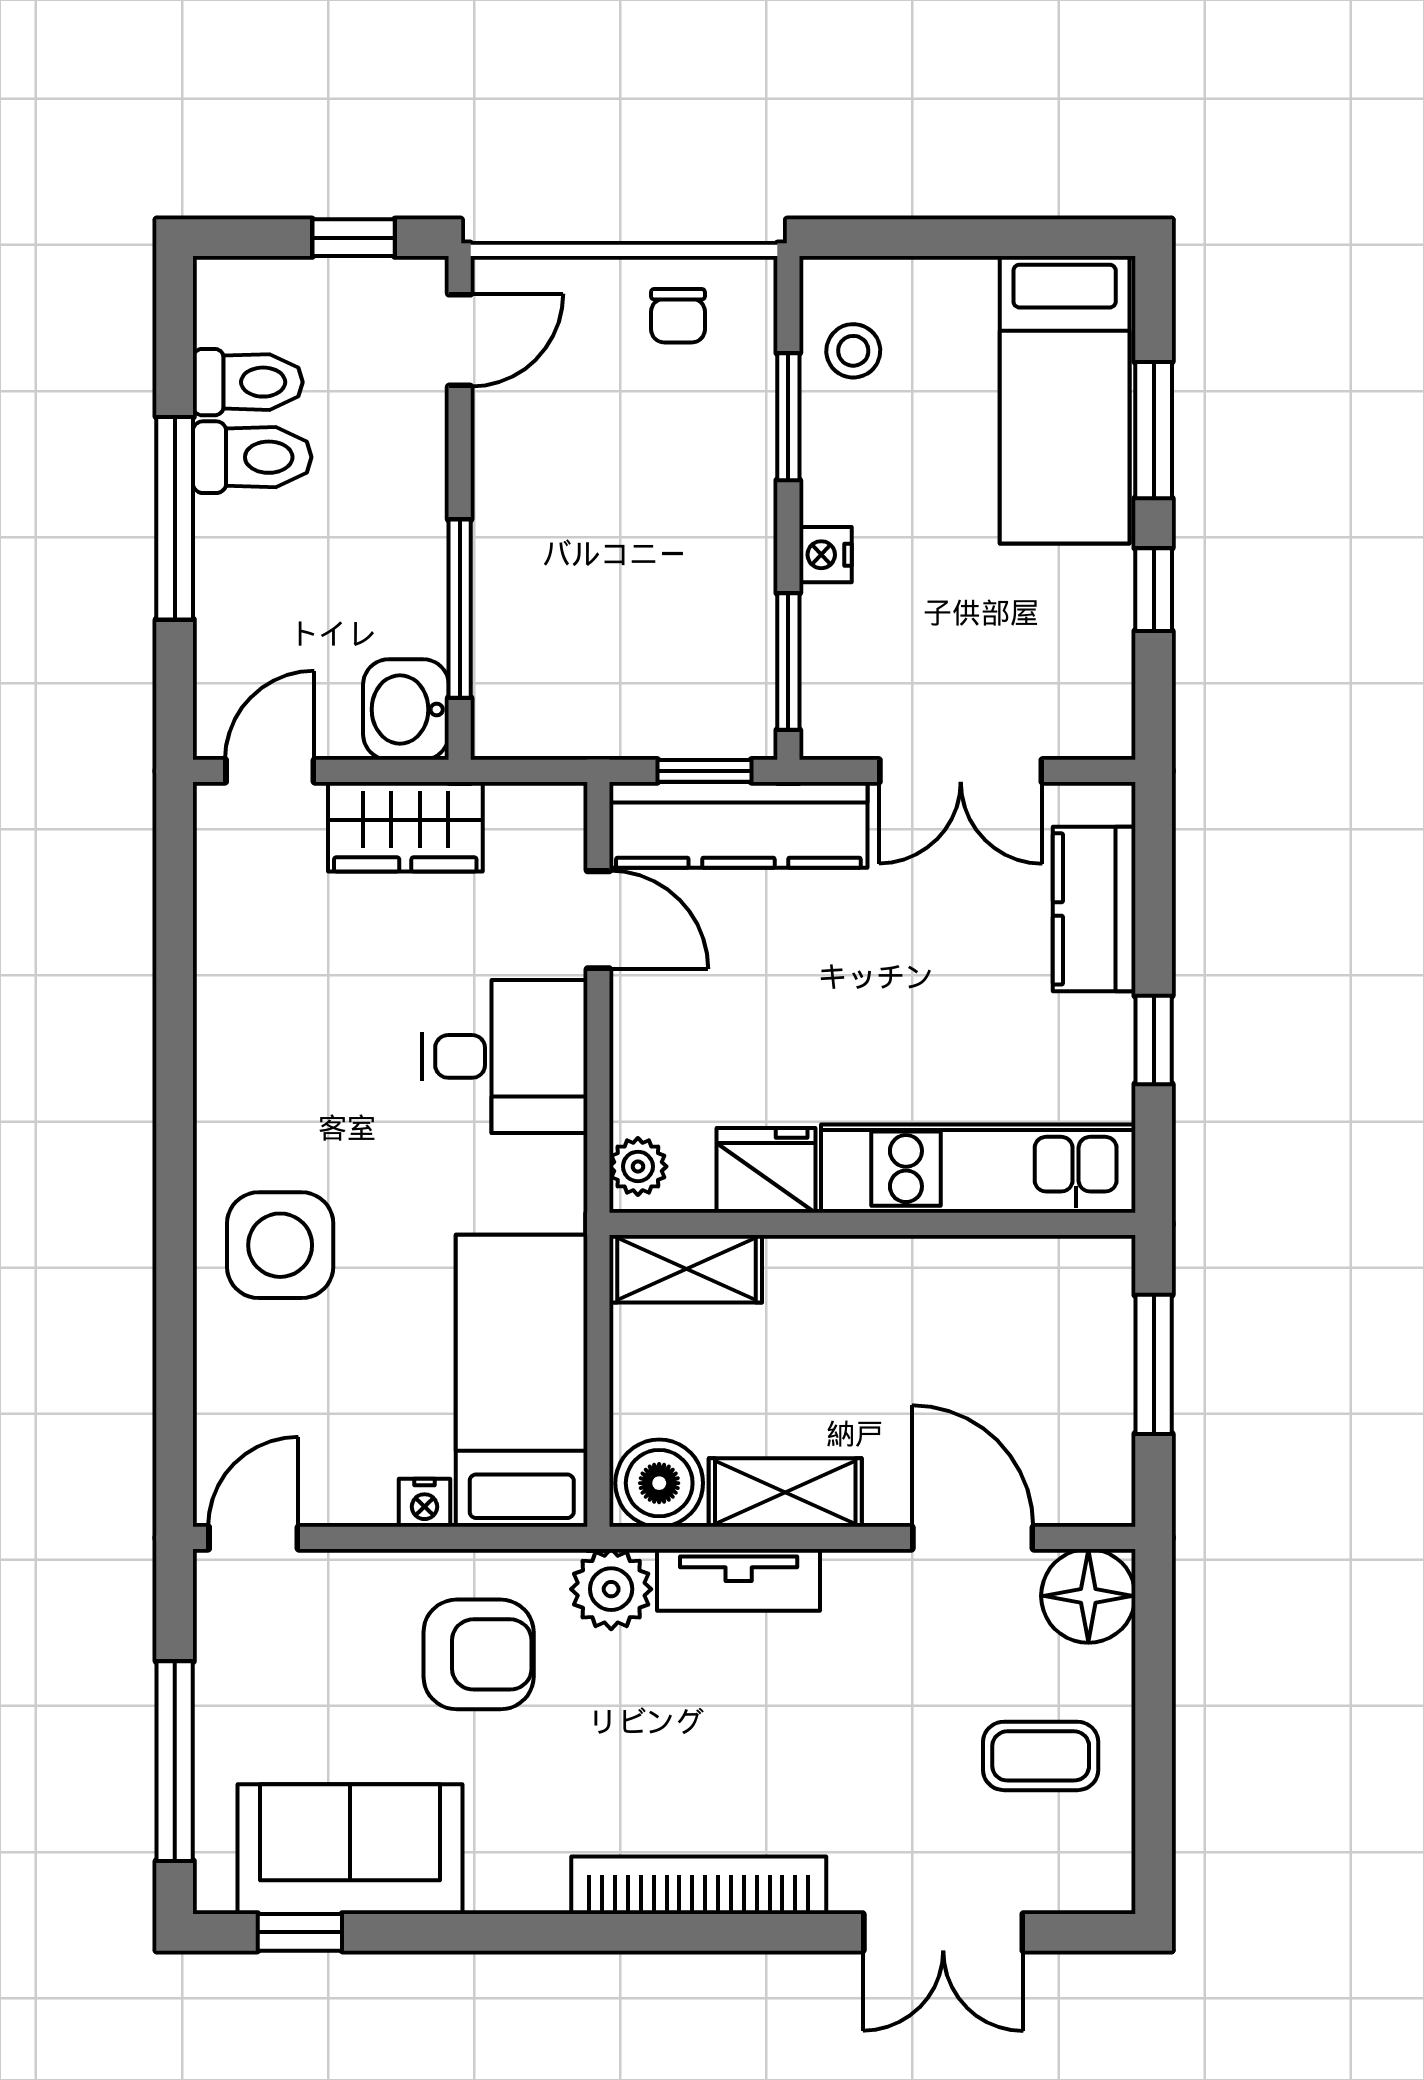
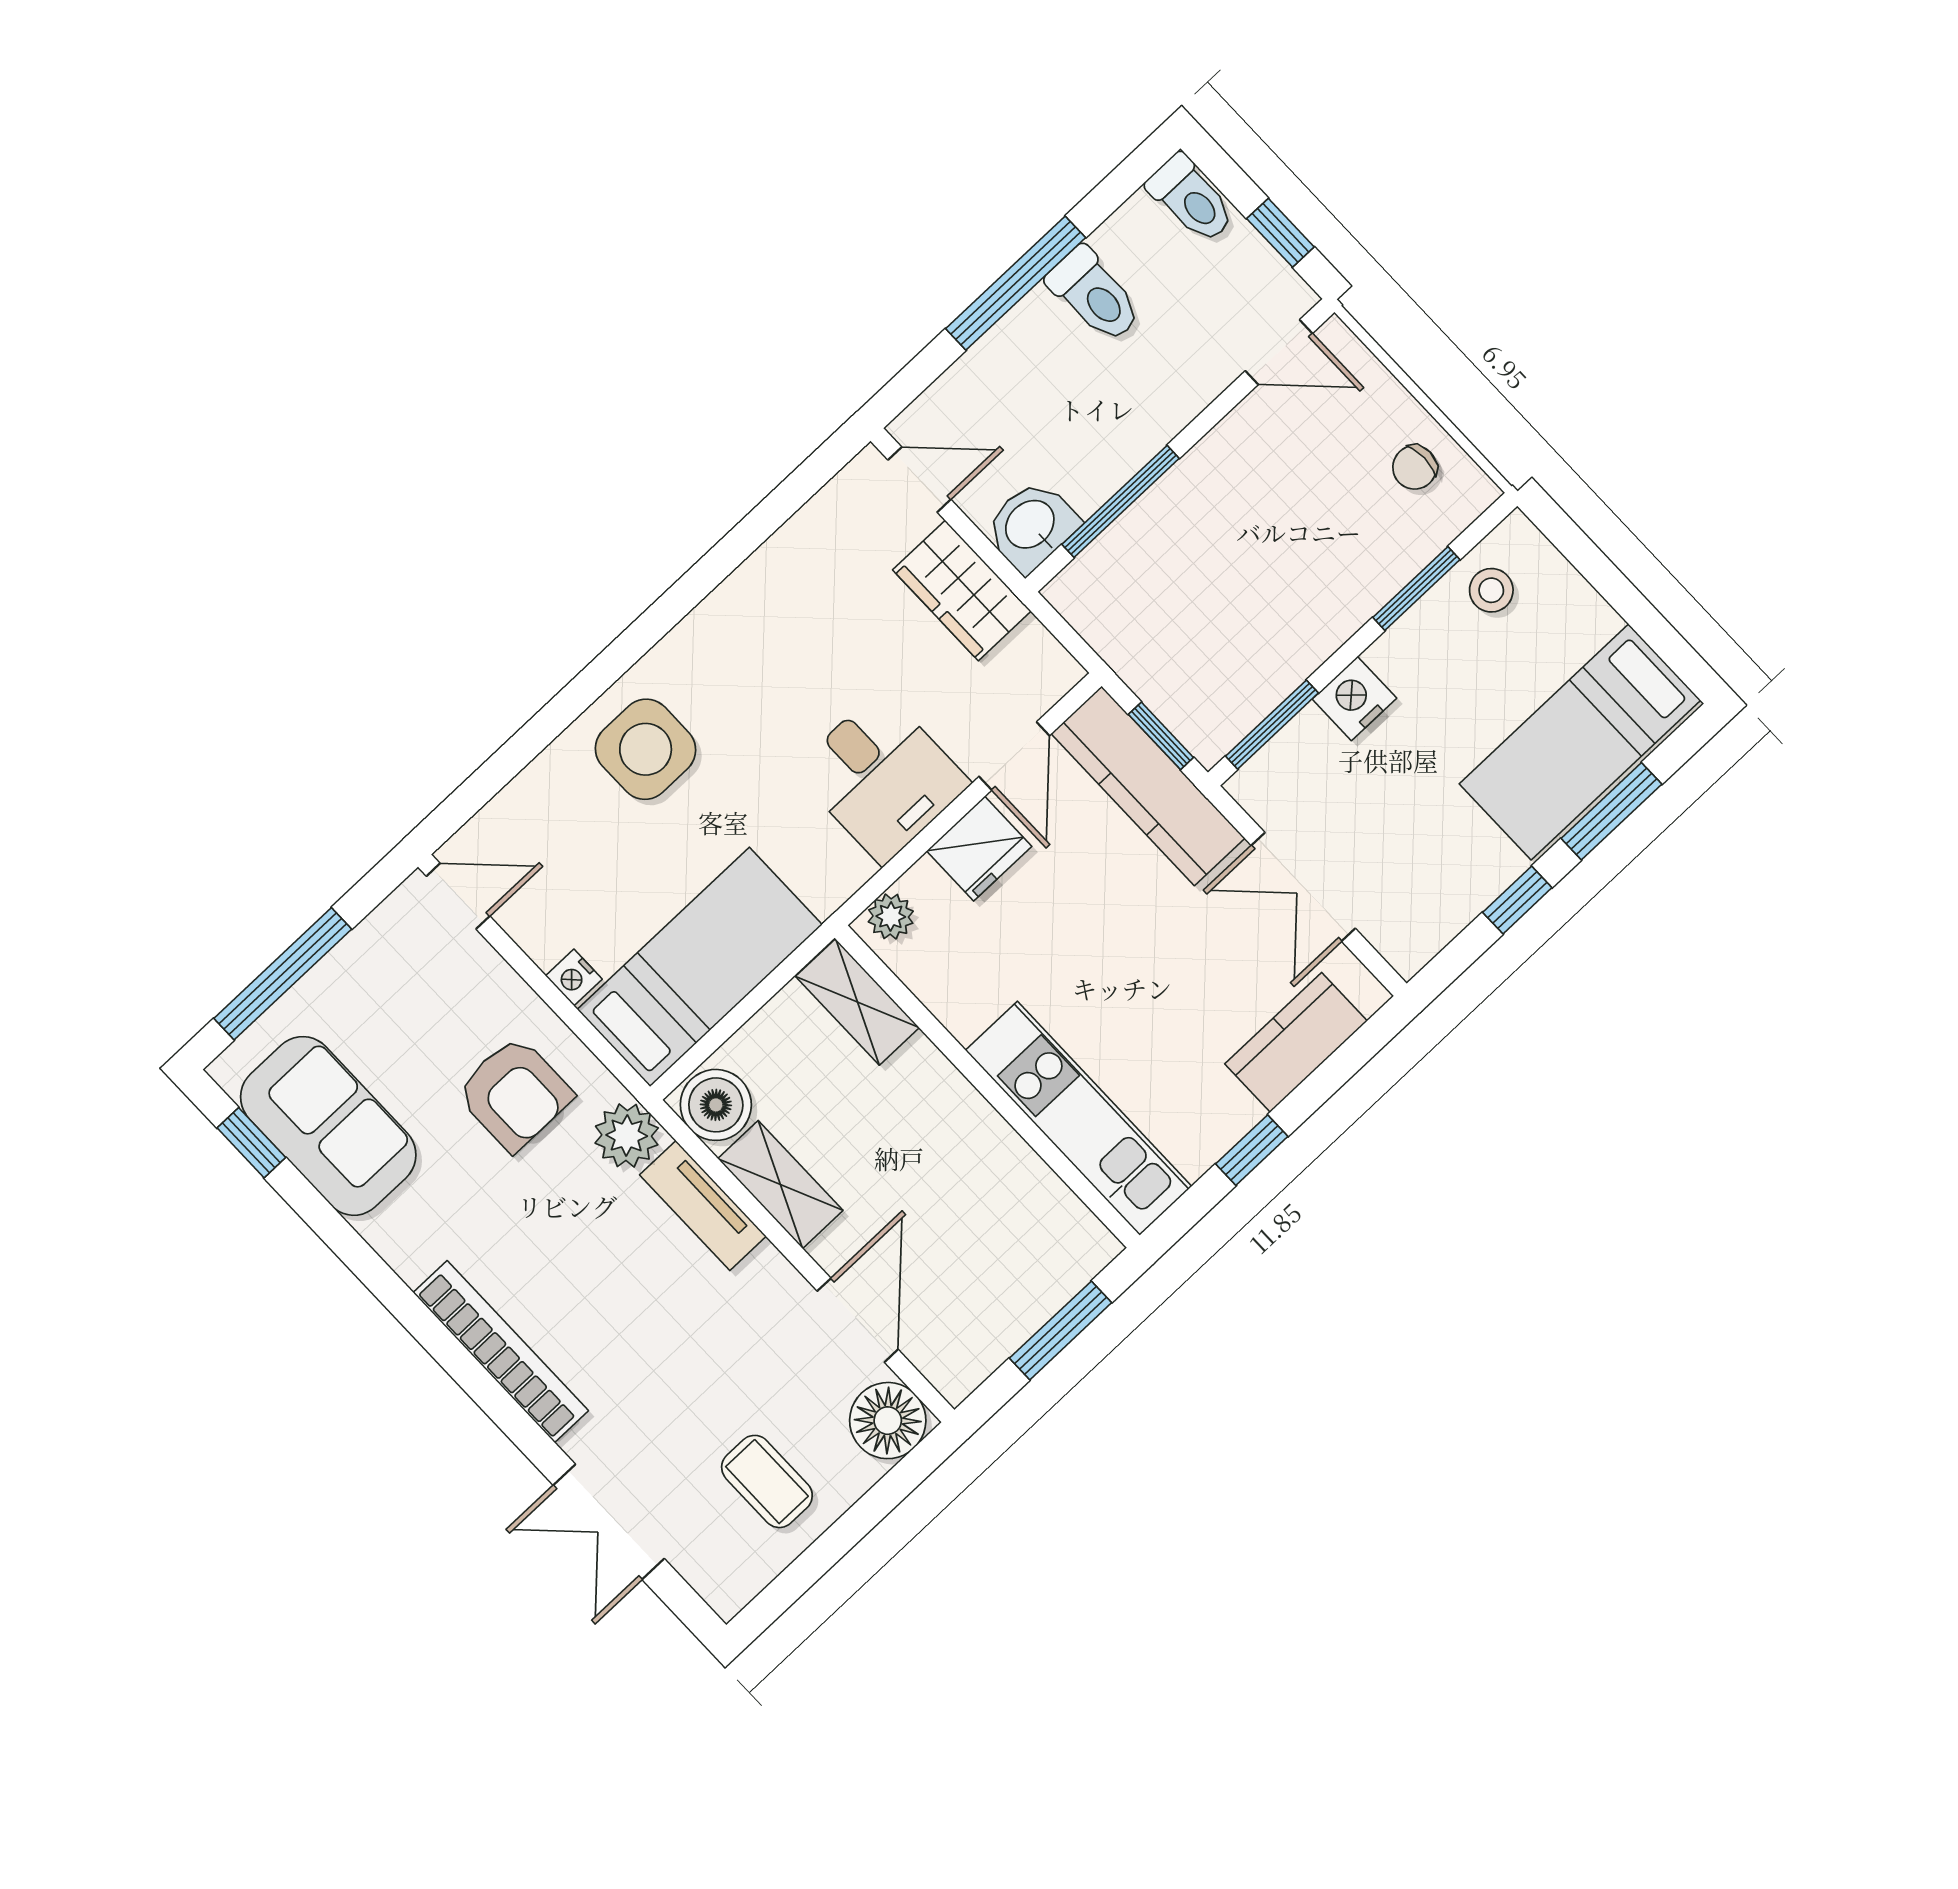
toilet: (248, 382) -> (1191, 199), moved
nightstand: (825, 555) -> (1354, 699), width x1.39, depth x1.35
fridge: (766, 1170) -> (979, 849), moved, turned 90

